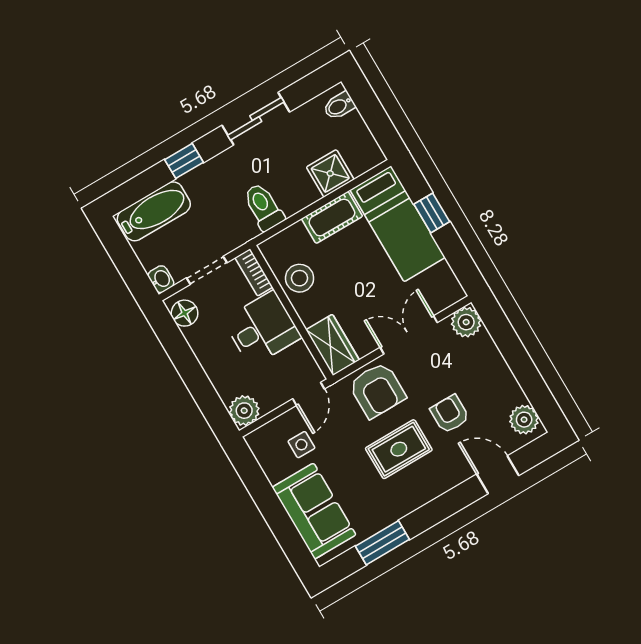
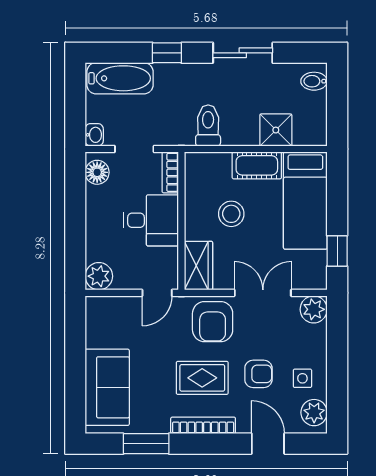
window: (432, 213) -> (337, 251), moved
stool: (300, 278) -> (231, 214), moved
armchair: (450, 414) -> (258, 374), turned 90
side table: (301, 445) -> (302, 378), moved
bookcase: (426, 494) -> (203, 425), added

